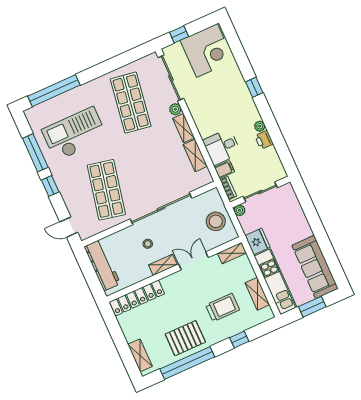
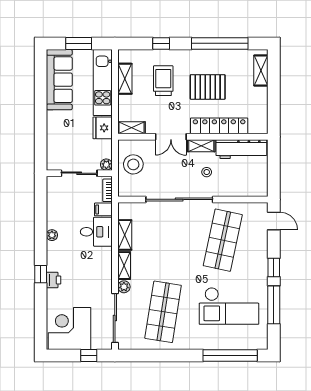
printer: (264, 140) -> (54, 280), moved
workbench: (102, 265) -> (241, 149), moved, turned -90
locker: (137, 298) -> (219, 126), moved
trolley: (223, 307) -> (163, 81), turned 90
pallet: (185, 338) -> (208, 87), moved

